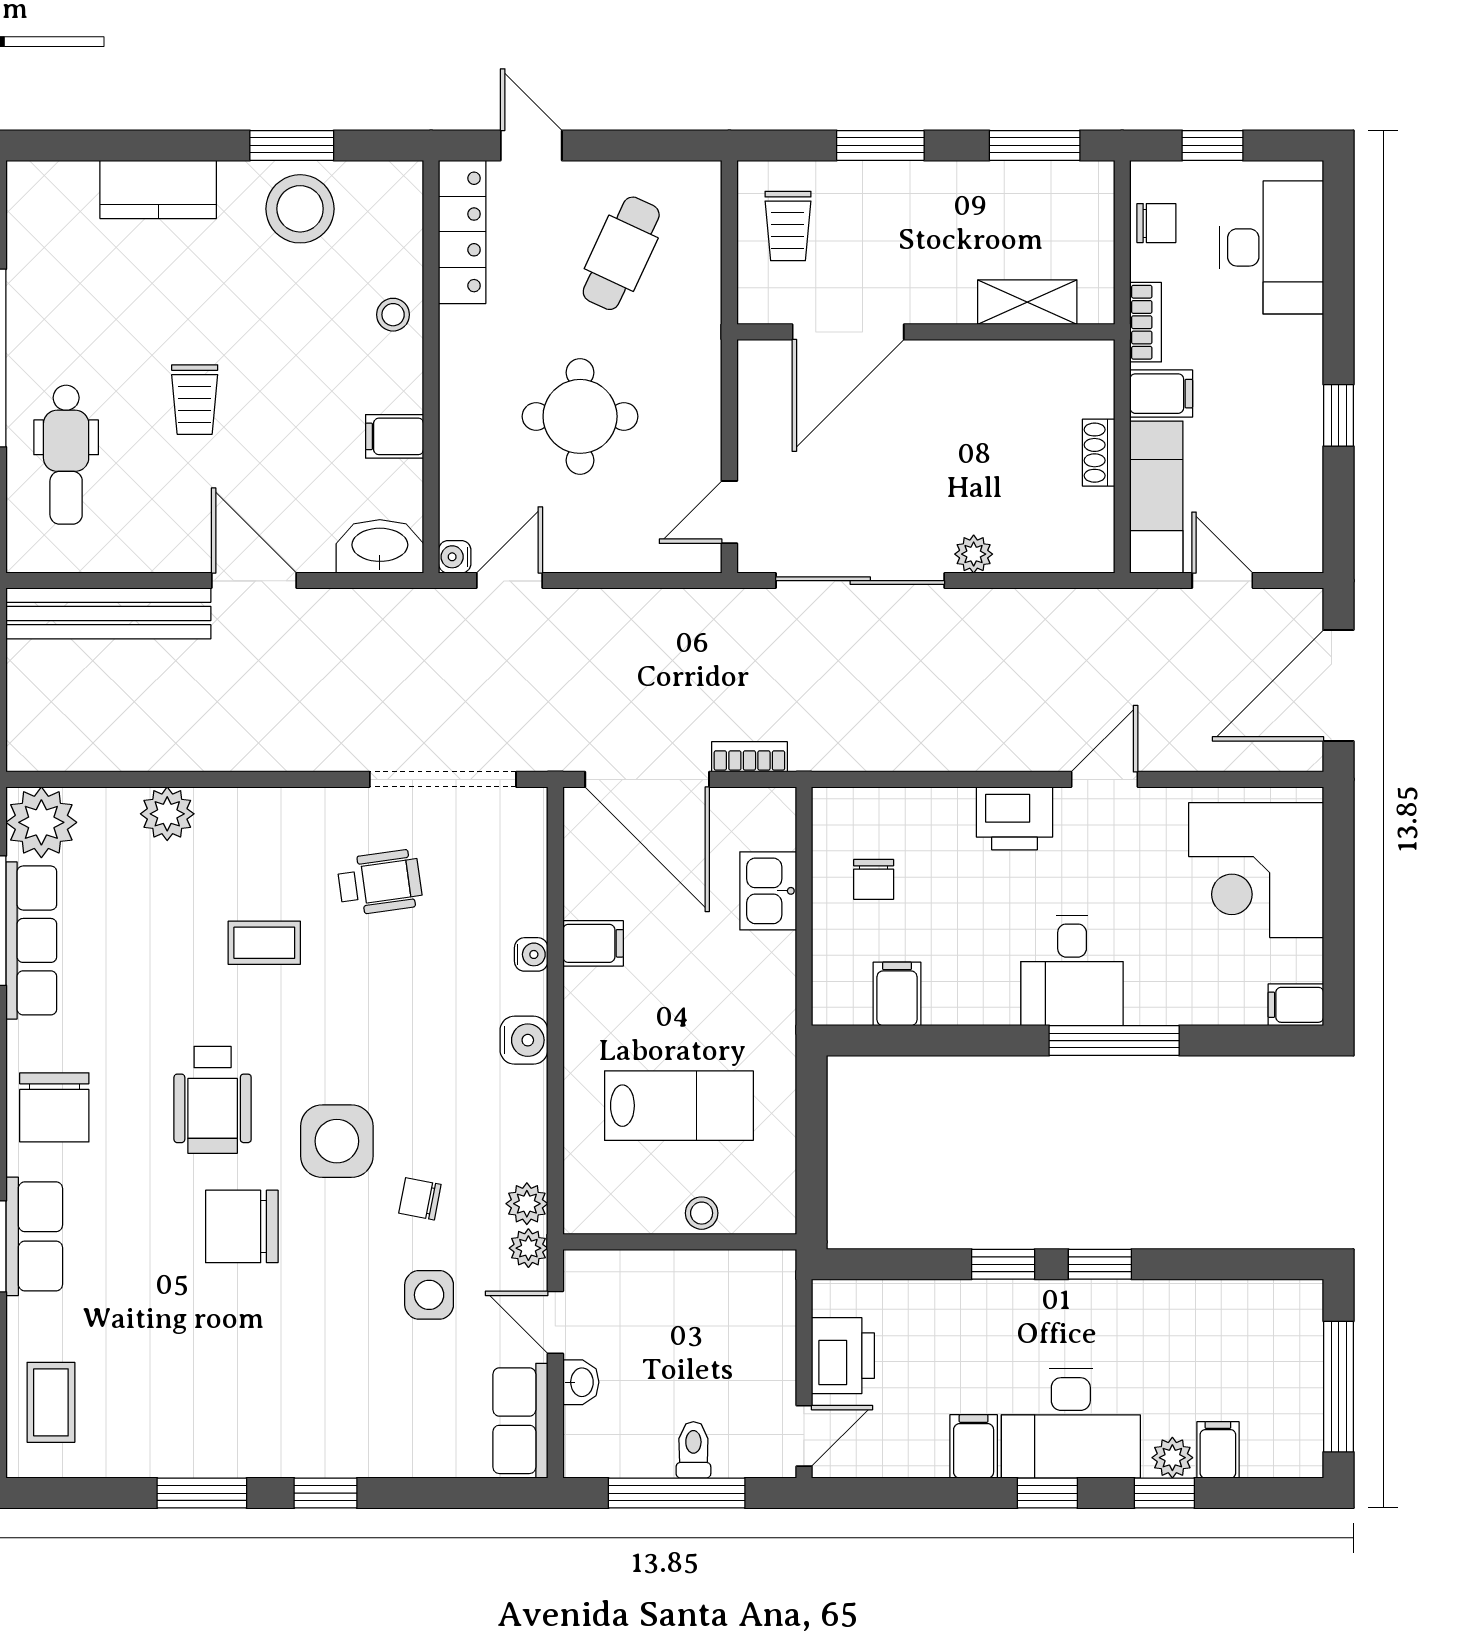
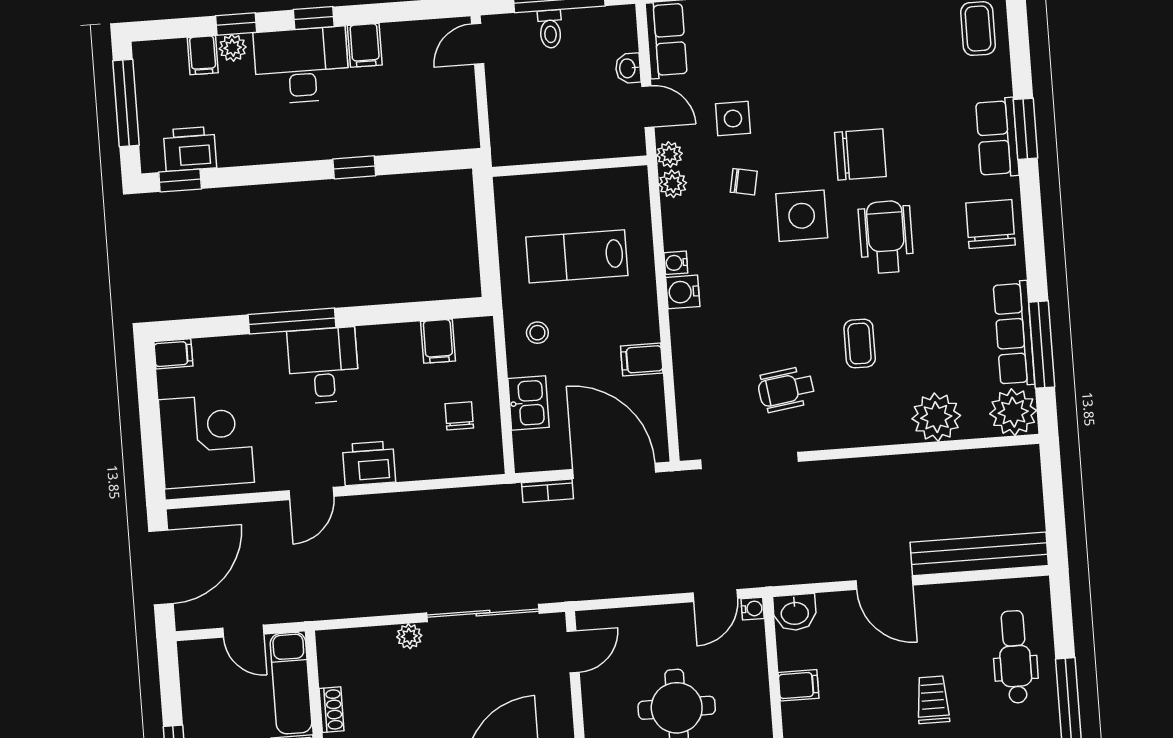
washbasin: (380, 546) -> (795, 612), width x0.72
plant: (167, 814) -> (936, 417), width x1.36, depth x1.36
coffee table: (264, 943) -> (860, 344), turned 90
water cooler: (531, 954) -> (676, 263), moved
stool: (702, 1213) -> (537, 333), moved
window: (1100, 1264) -> (180, 180), moved
printer: (843, 1356) -> (190, 149), moved, turned 90

